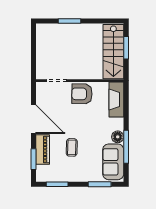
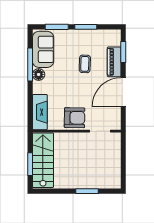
door: (34, 119) -> (123, 92), hinge flipped
window: (57, 184) -> (86, 27), moved

